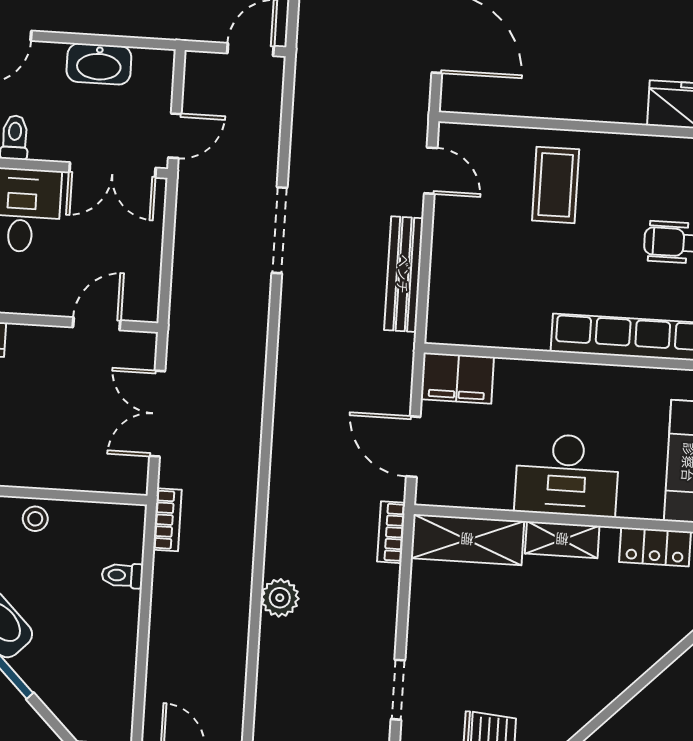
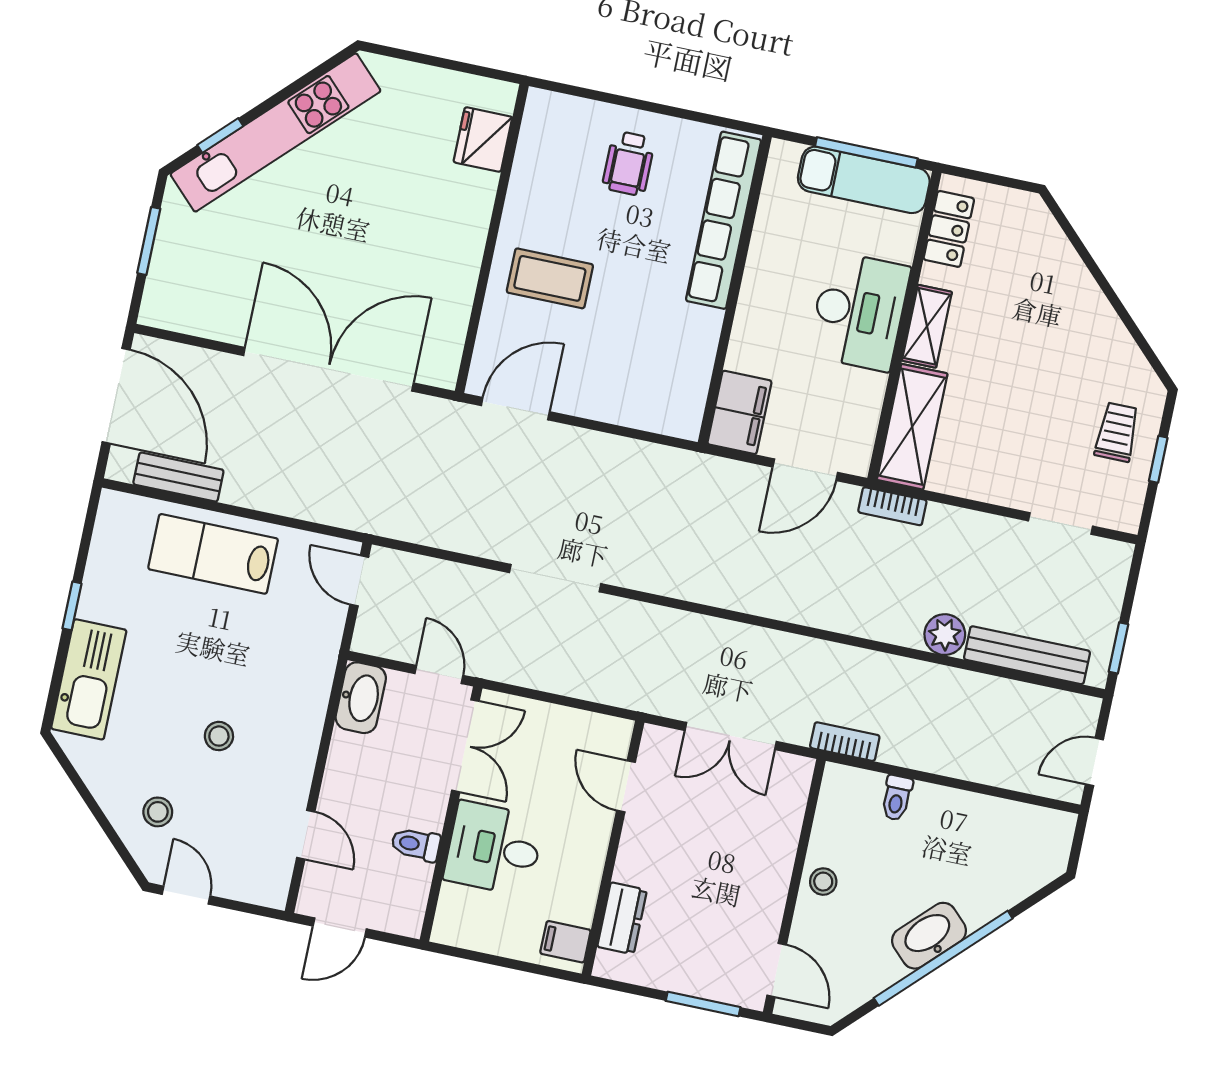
washbasin: (99, 64) -> (361, 698), moved
door: (431, 171) -> (515, 409), width x1.38
bench: (404, 274) -> (1027, 655), moved

